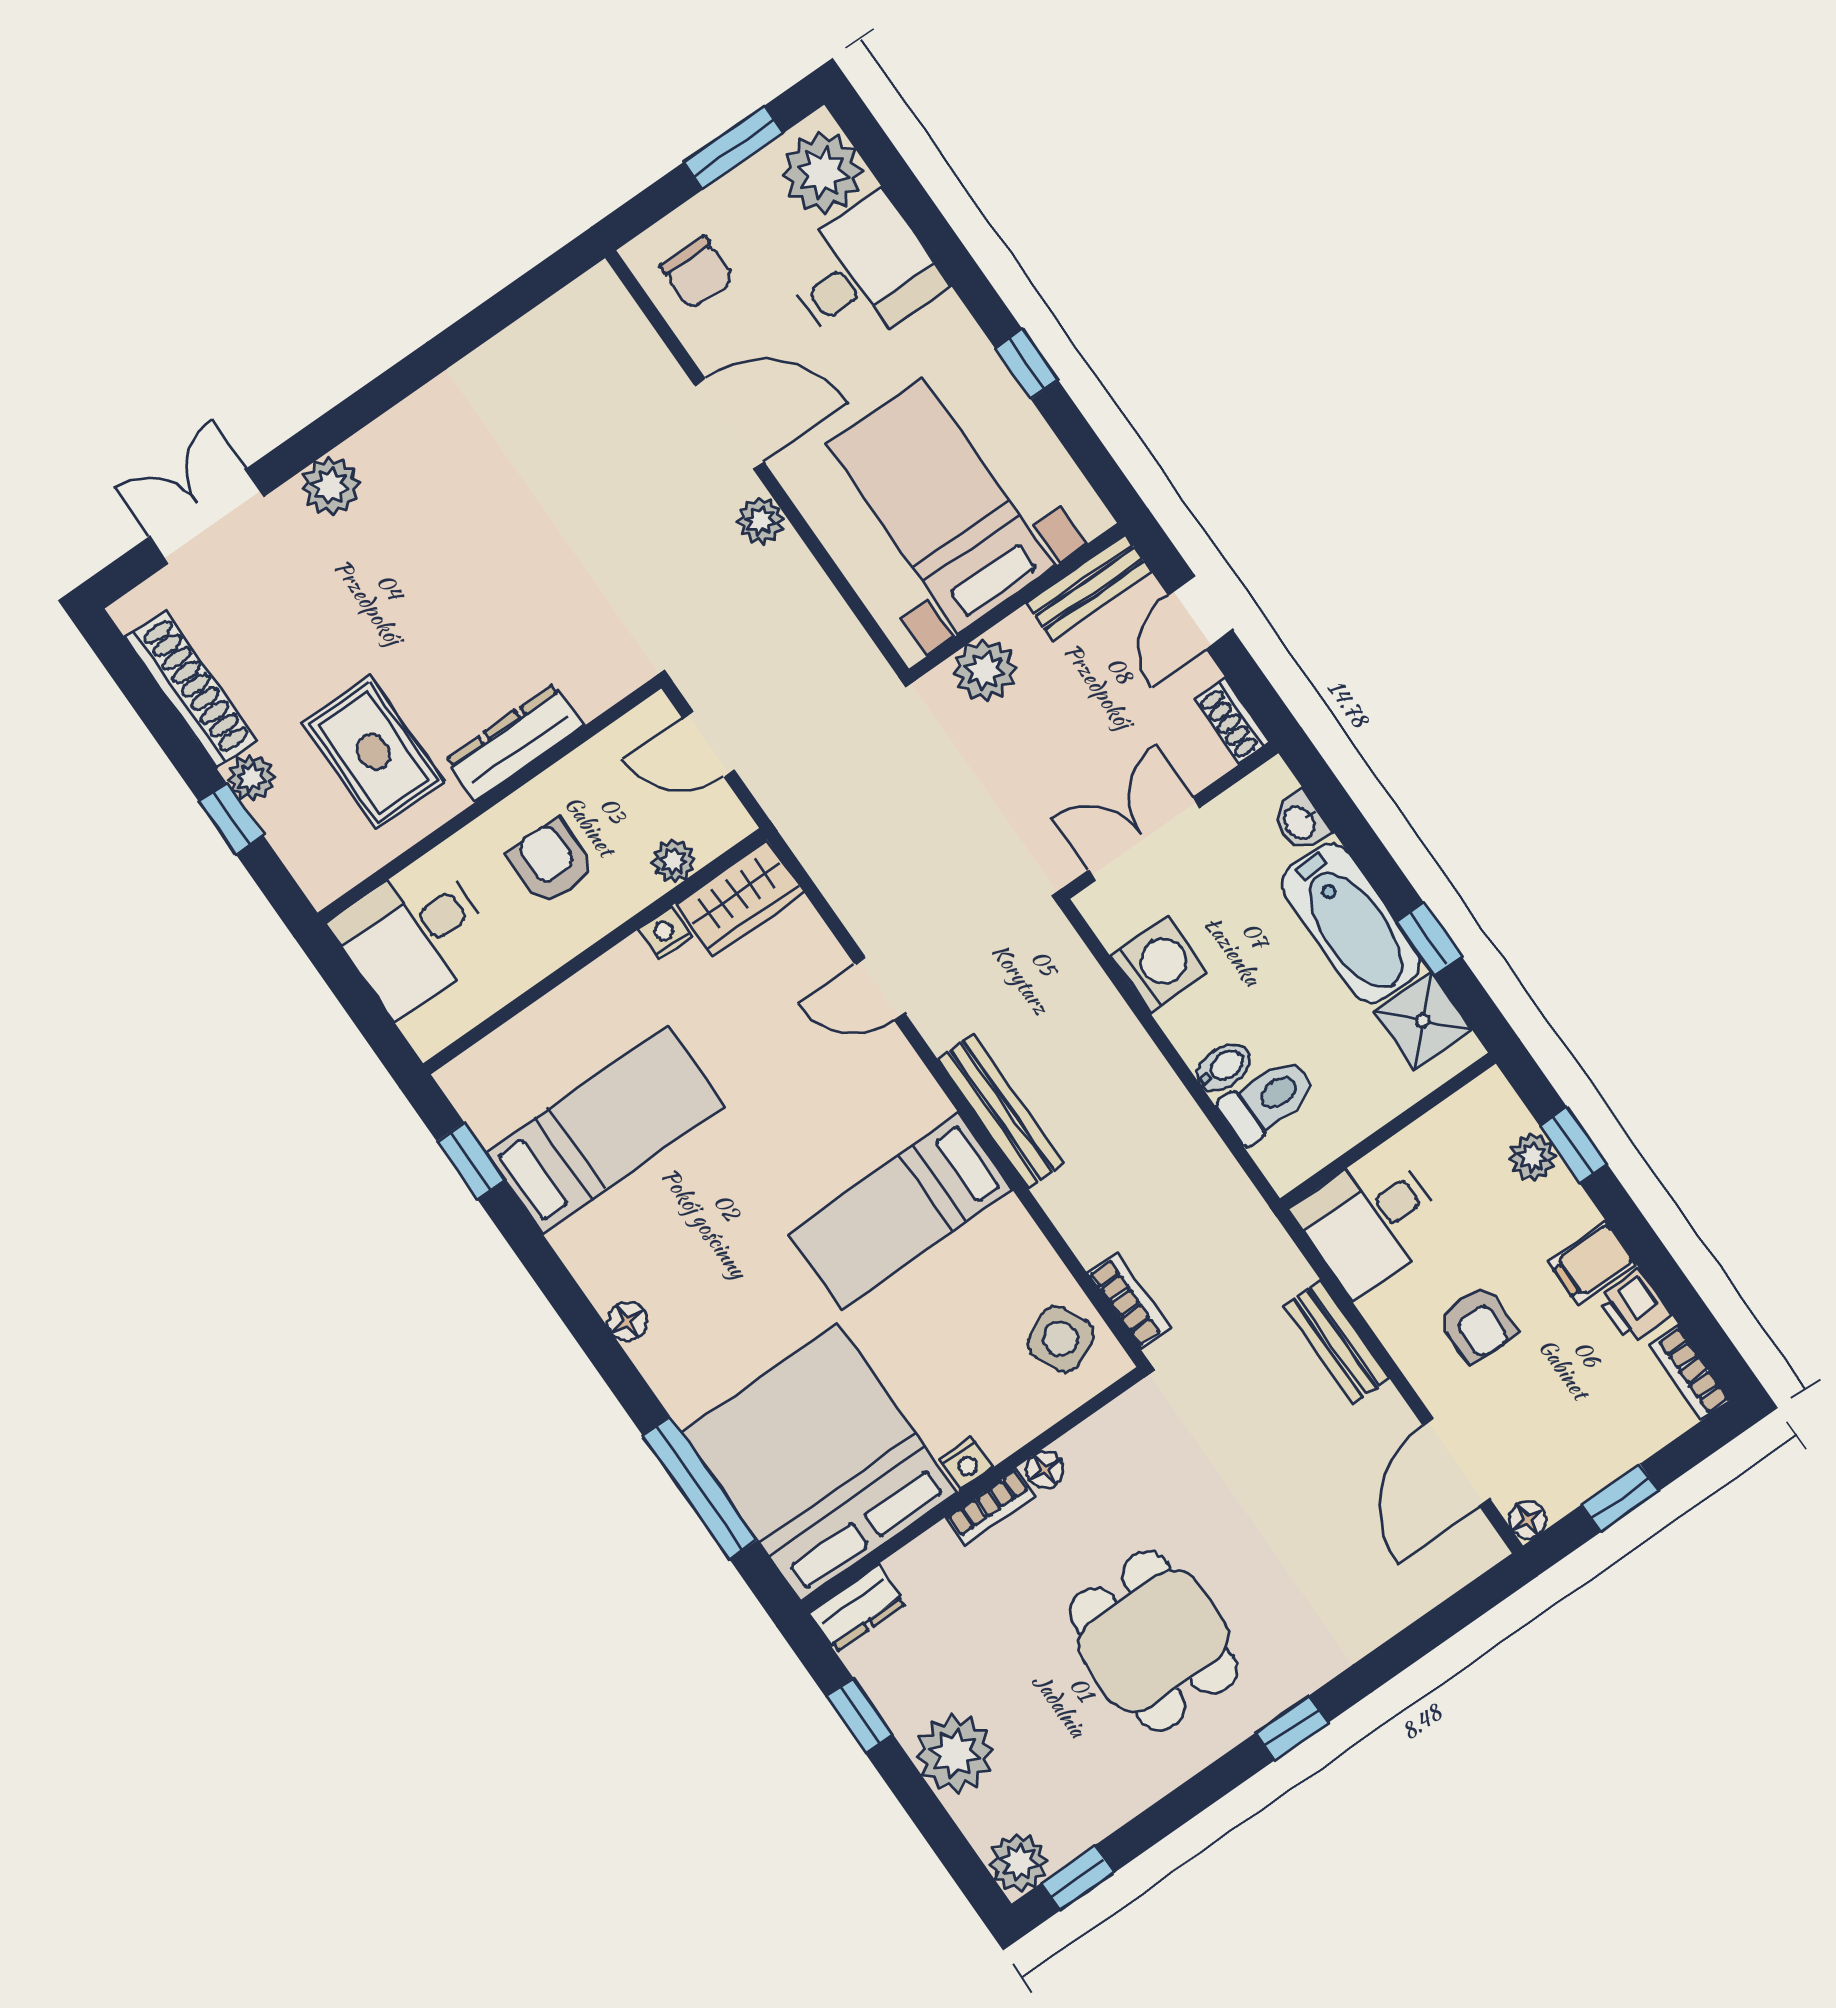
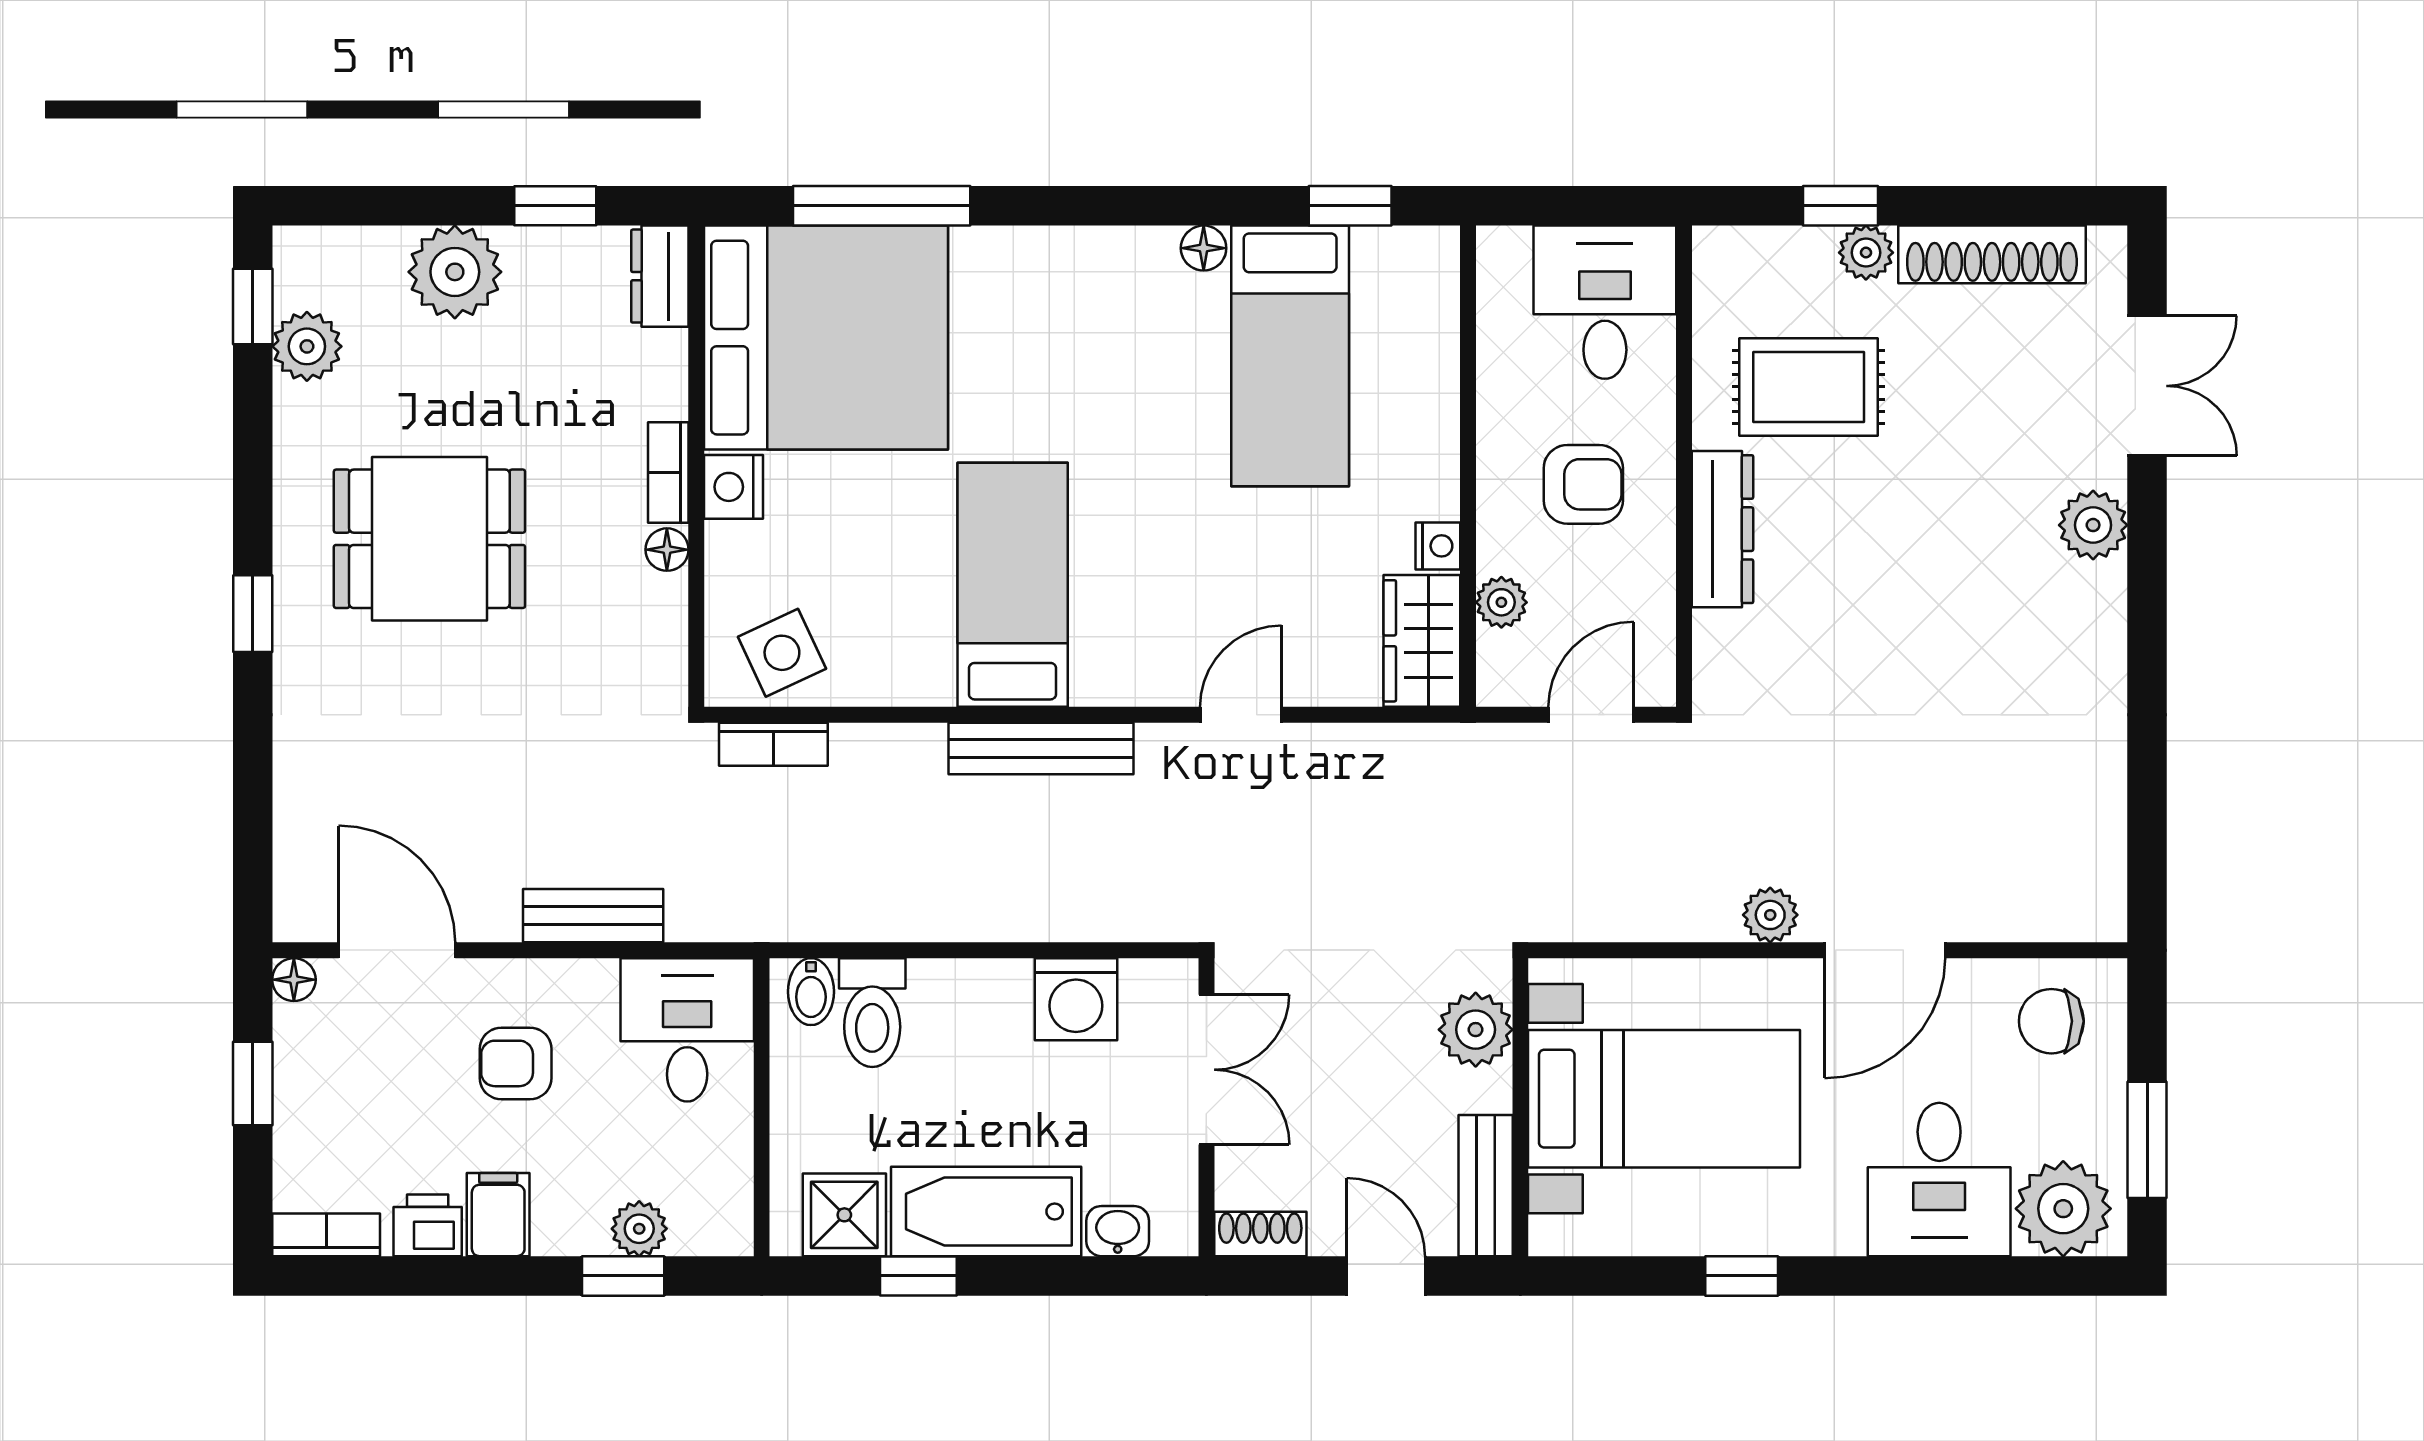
bidet: (1223, 1068) -> (811, 992), moved
floor lamp: (627, 1321) -> (1204, 248), moved
nightstand: (966, 1464) -> (733, 487), width x1.39, depth x1.35
plant: (1019, 1863) -> (307, 346), moved

